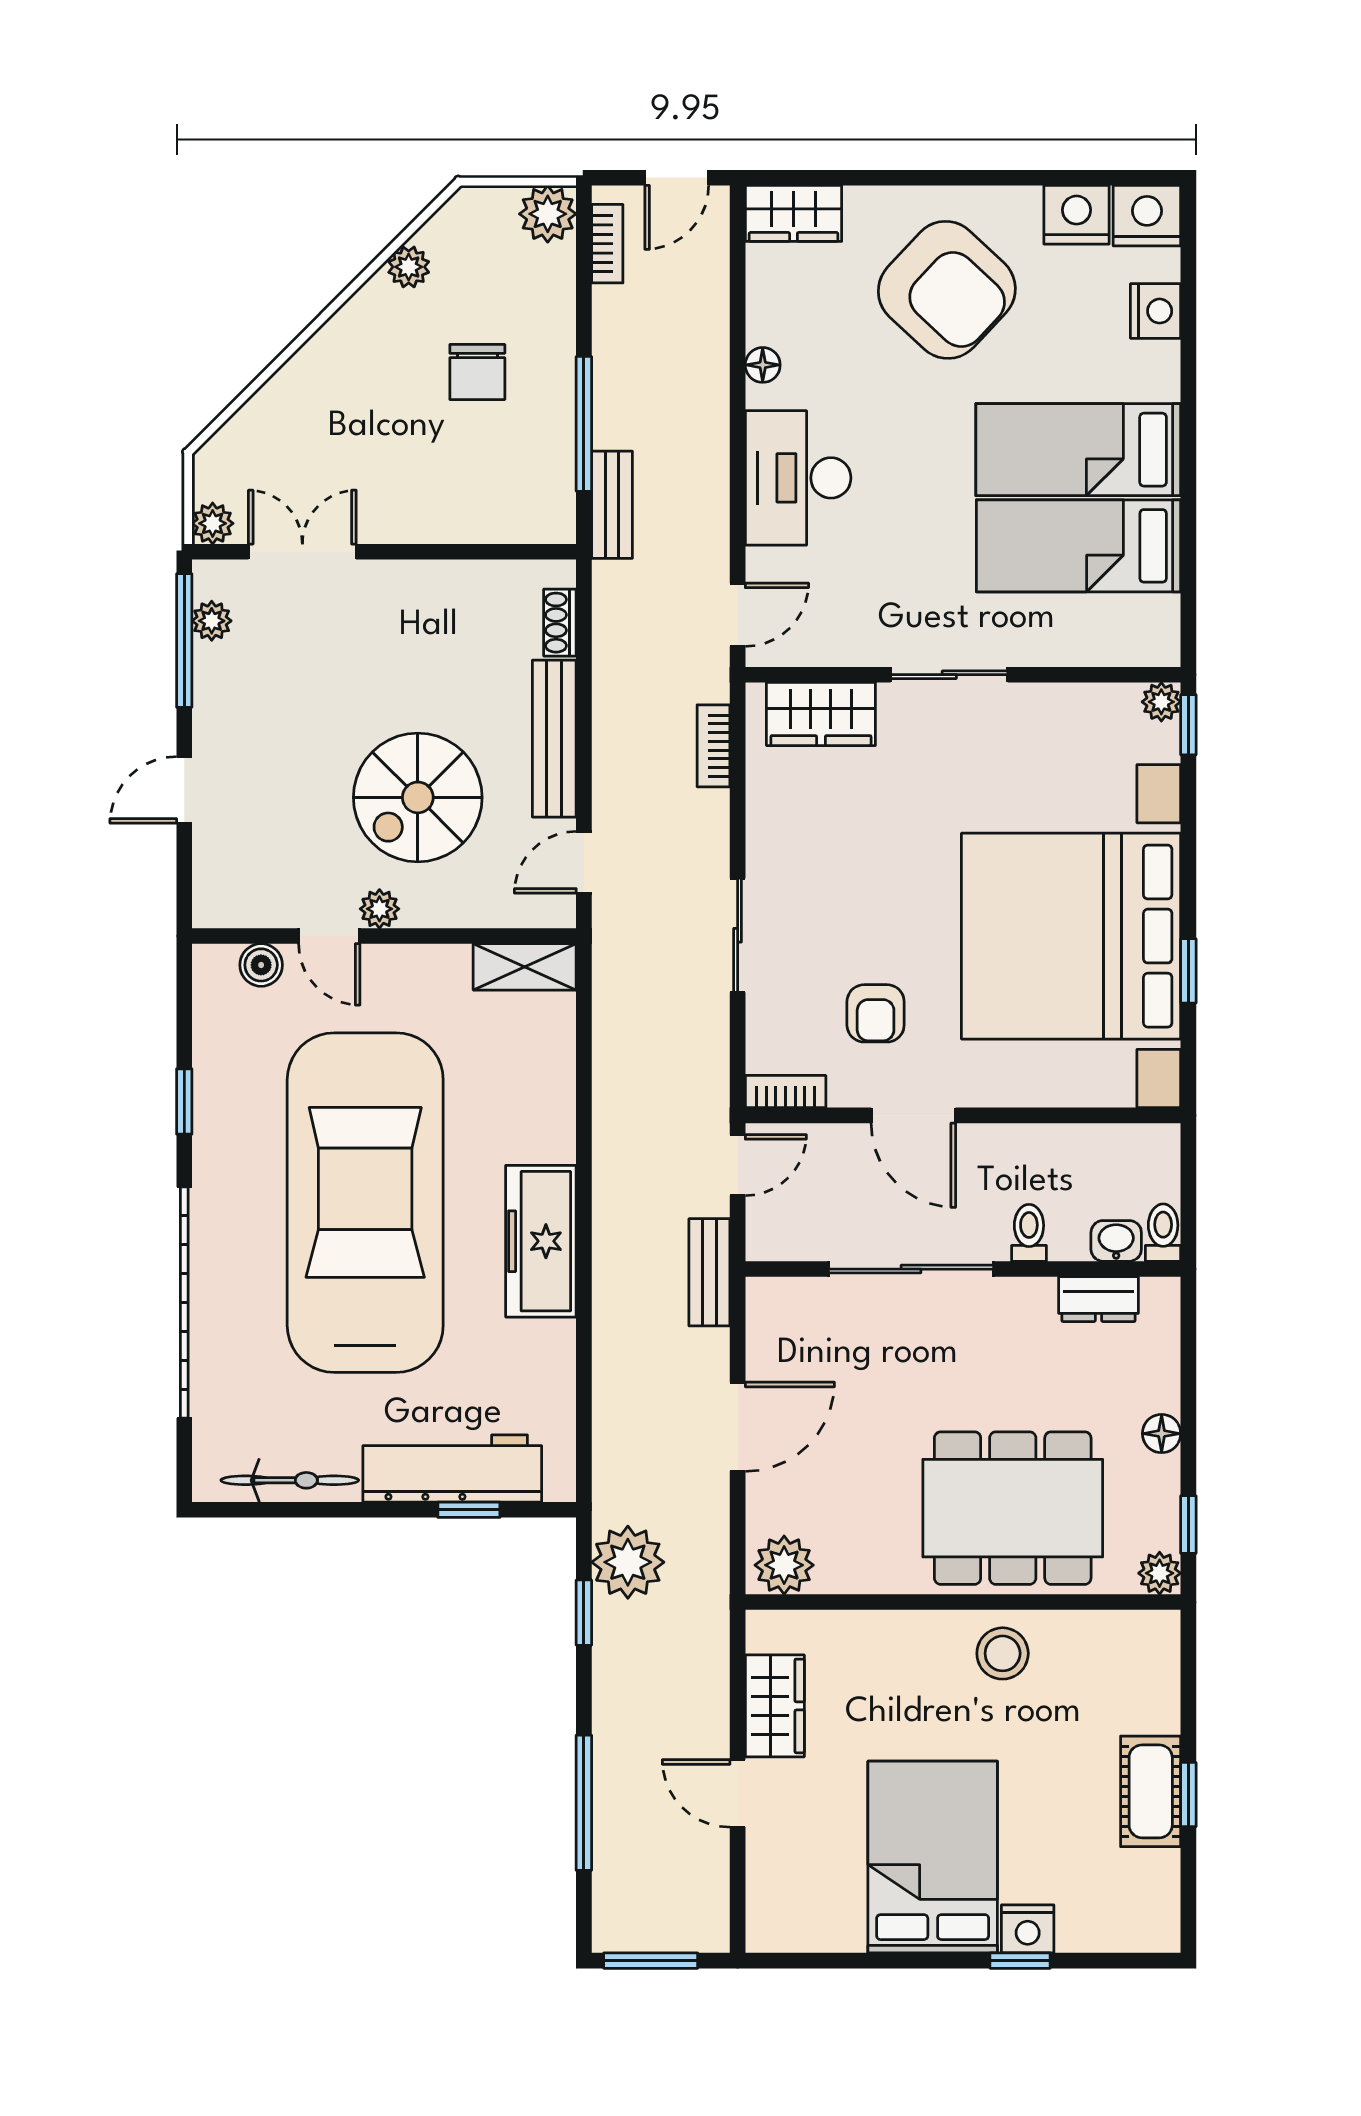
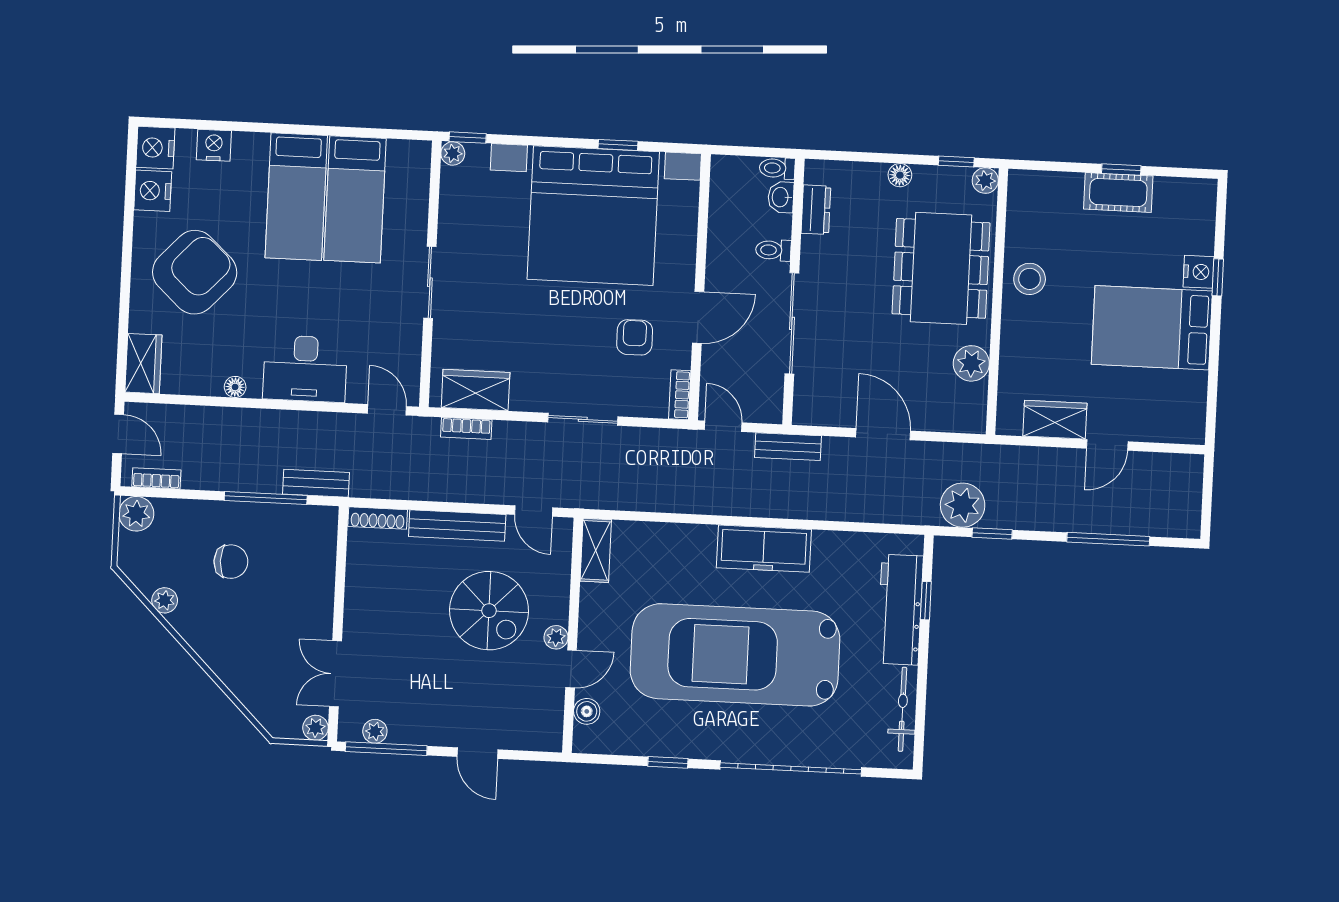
shoe rack: (560, 623) -> (378, 518), width x1.43
wardrobe: (821, 714) -> (476, 390), moved, turned -90
armchair: (876, 1013) -> (635, 337), turned -90
plant: (784, 1565) -> (971, 363), moved
window: (651, 1961) -> (1207, 503), removed

